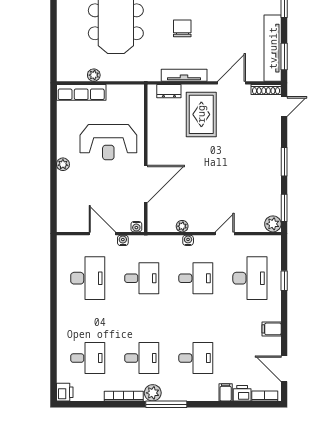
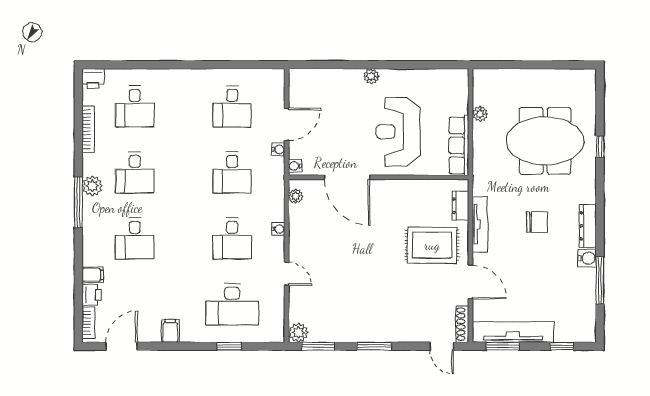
row of seats: (81, 92) -> (459, 145), moved
plant: (182, 226) -> (296, 196), moved
desk: (88, 278) -> (232, 107), width x0.73
bookcase: (124, 396) -> (88, 129), moved

